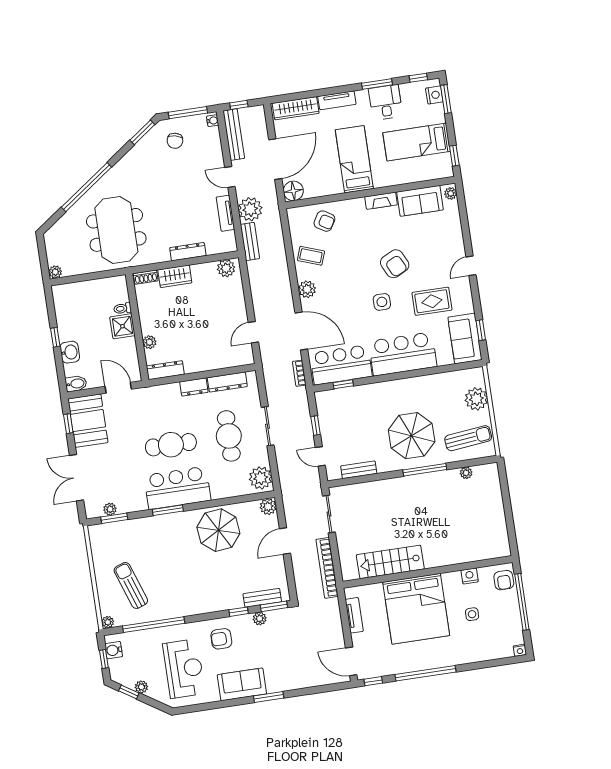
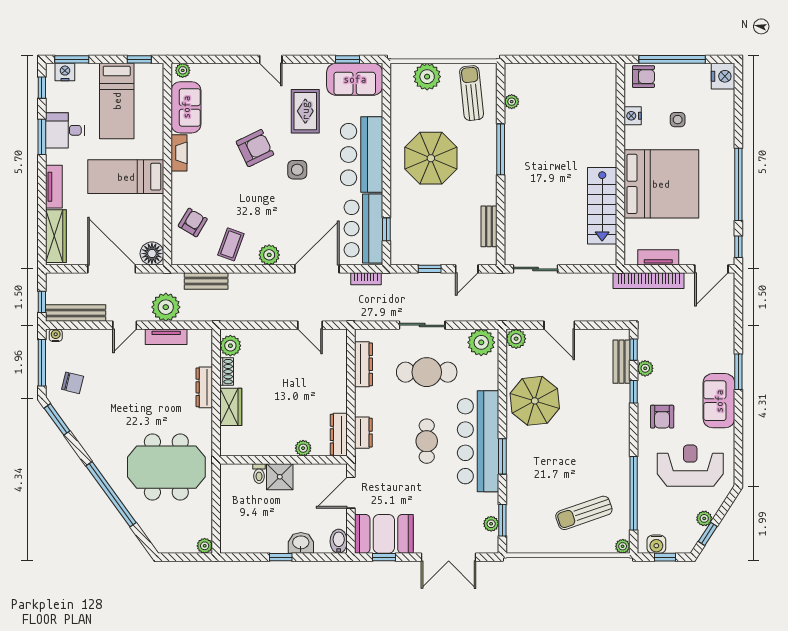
bench: (250, 241) -> (206, 281), moved
shoe rack: (146, 277) -> (227, 372), moved
dresser: (194, 387) -> (363, 433), moved
parasol: (412, 436) -> (431, 158), moved
cafe table: (171, 445) -> (427, 441), width x0.73, depth x0.74
bar counter: (177, 488) -> (478, 441), width x1.36
bookcase: (327, 568) -> (649, 281), moved
window: (274, 606) -> (634, 350), width x0.67
nightstand: (520, 650) -> (723, 76), width x1.89, depth x1.79

